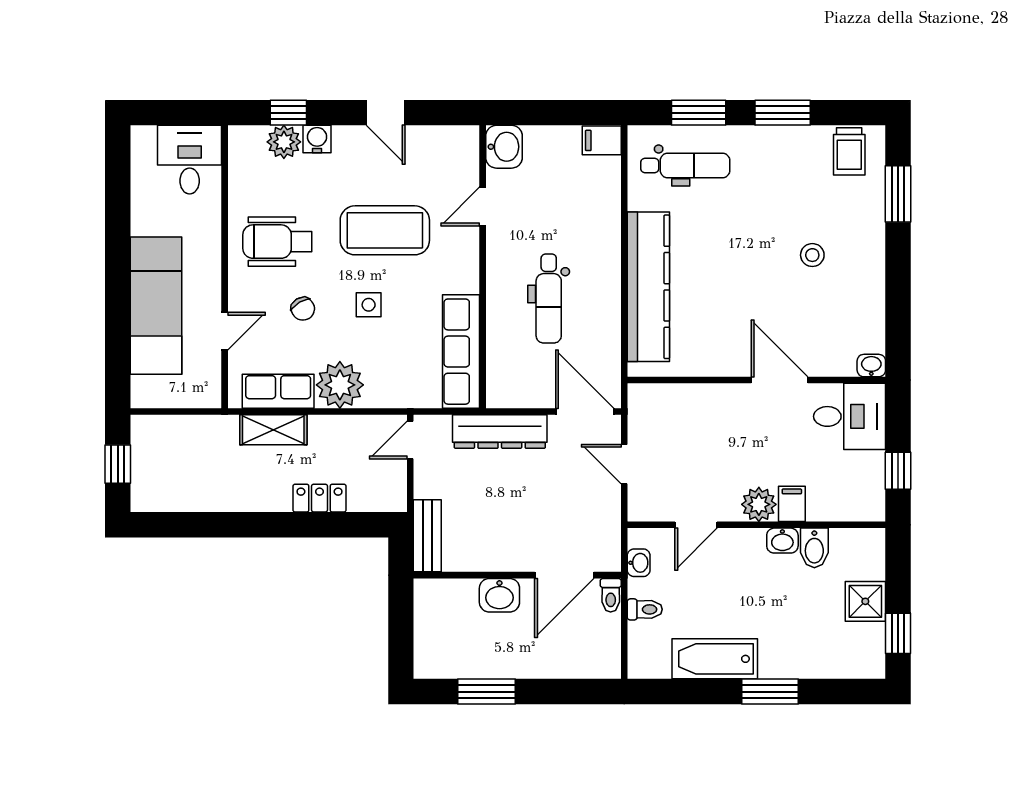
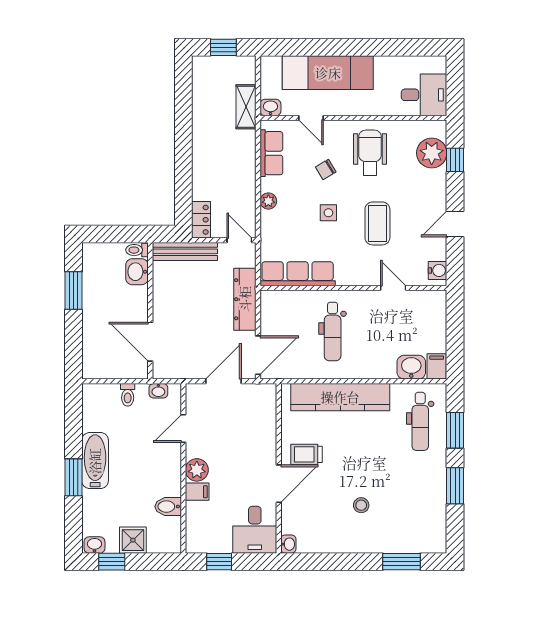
water cooler: (317, 139) -> (438, 270), moved
plant: (284, 142) -> (432, 153), width x1.36, depth x1.36
washbasin: (504, 147) -> (411, 367), moved, turned 180
trolley: (849, 151) -> (307, 454), moved
coffee table: (385, 230) -> (377, 223), width x0.73, depth x0.76
dental chair: (549, 298) -> (333, 331), turned -90
plant: (340, 385) -> (268, 201), width x0.53, depth x0.53
washbasin: (209, 393) -> (270, 107), added
shelving: (273, 430) -> (246, 107), moved
door: (624, 464) -> (223, 381), width x1.38
locker: (320, 498) -> (201, 220), moved
door: (696, 525) -> (183, 429), hinge flipped
bench: (427, 536) -> (185, 251), width x1.36
washbasin: (782, 541) -> (94, 545), moved, turned 90
washbasin: (499, 595) -> (137, 272), moved
toilet: (611, 595) -> (137, 250), moved
bathtub: (715, 659) -> (95, 461), moved

